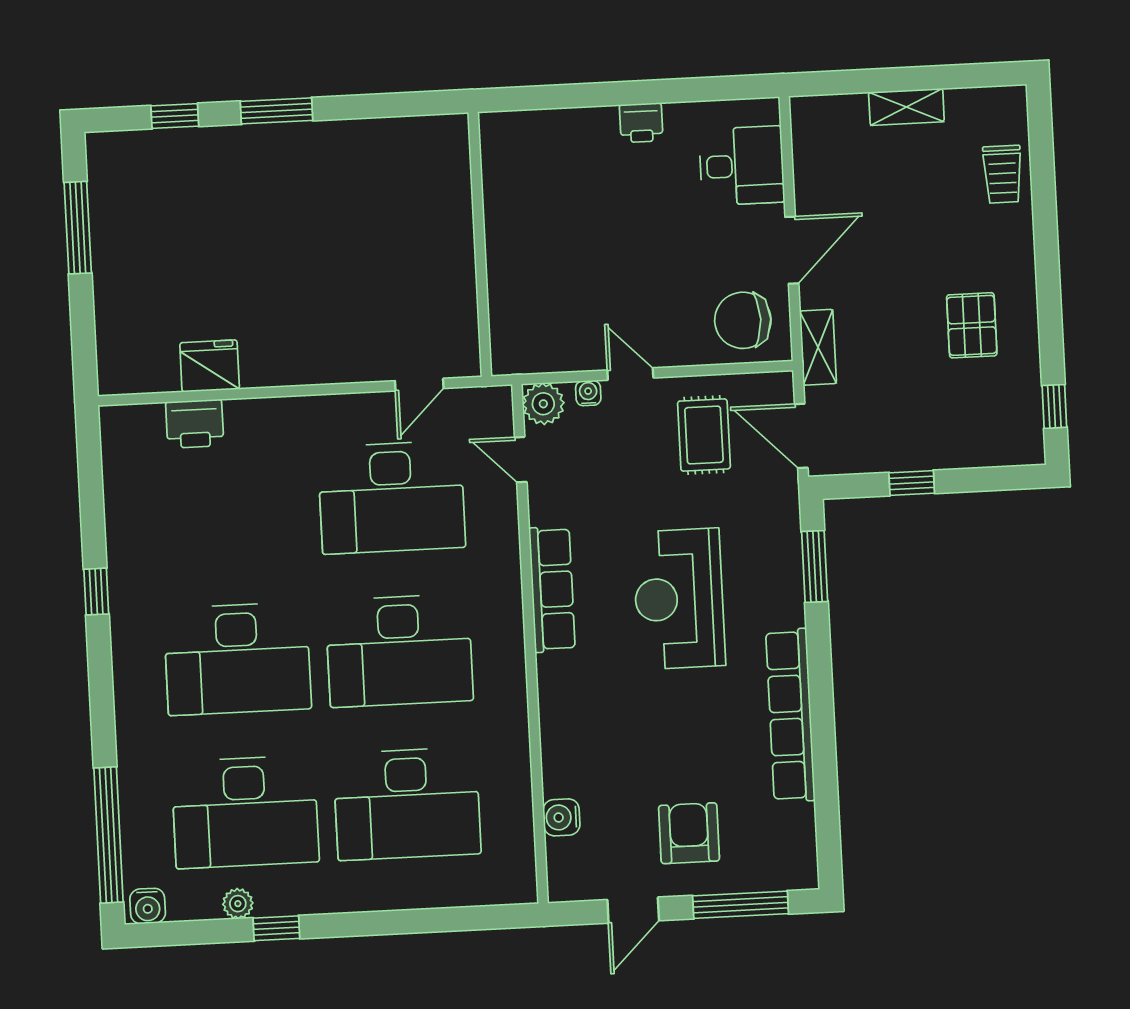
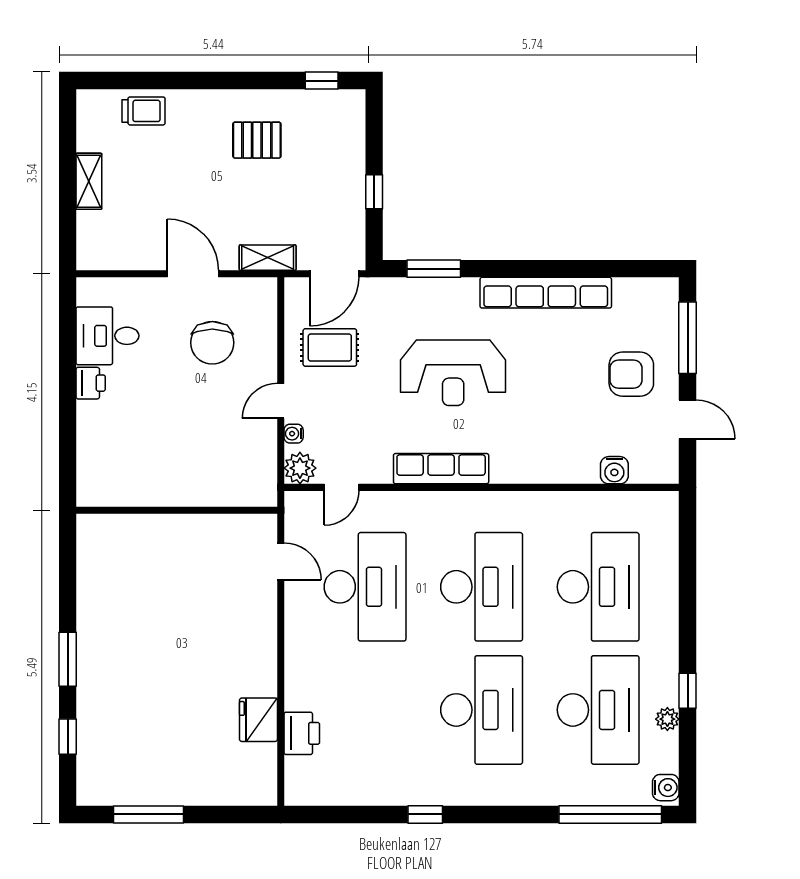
desk: (742, 166) -> (107, 336), moved, turned -90
chair: (743, 320) -> (212, 343), moved

